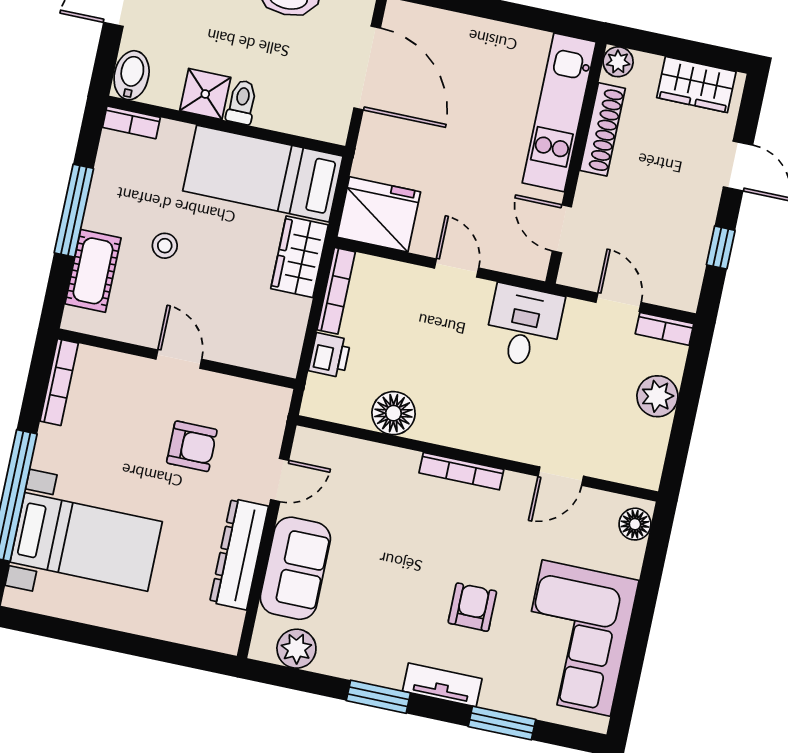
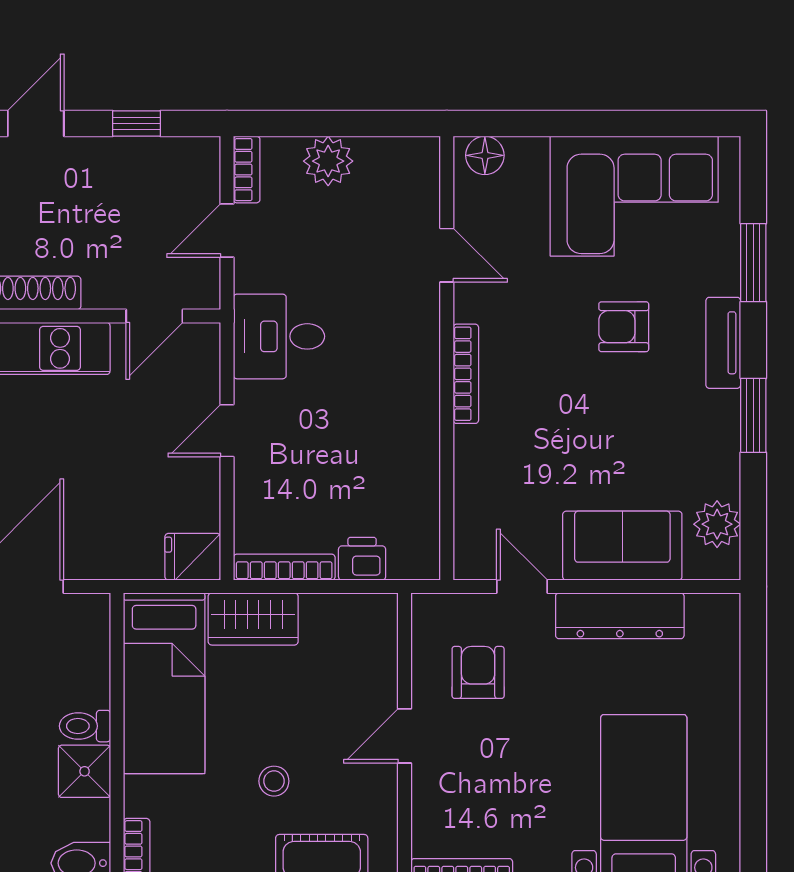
fridge: (379, 214) -> (193, 557), width x0.53, depth x0.75
floor lamp: (393, 413) -> (414, 469), removed
armchair: (192, 446) -> (478, 672), moved

